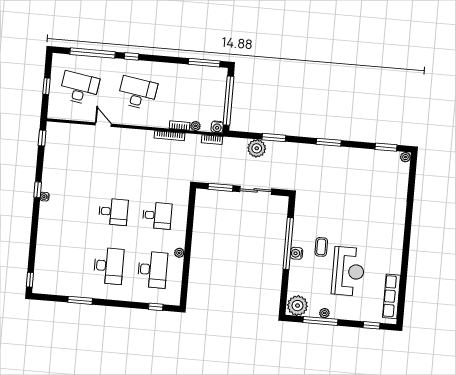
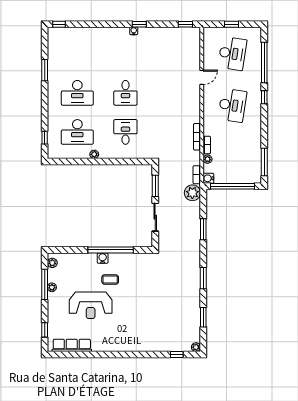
window: (386, 147) -> (203, 317), moved
plant: (257, 148) -> (192, 193), moved
window: (412, 179) -> (177, 355), added
desk: (157, 216) -> (125, 132), turned 180
plant: (297, 306) -> (52, 263), width x0.53, depth x0.53

